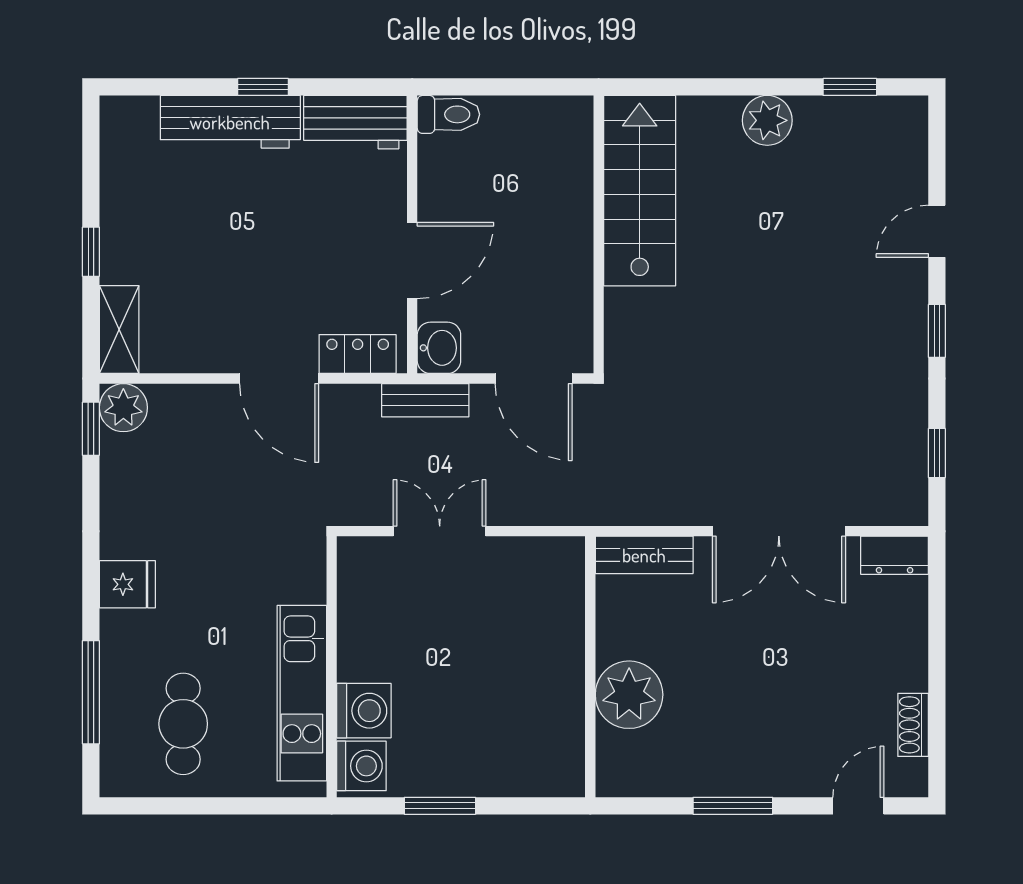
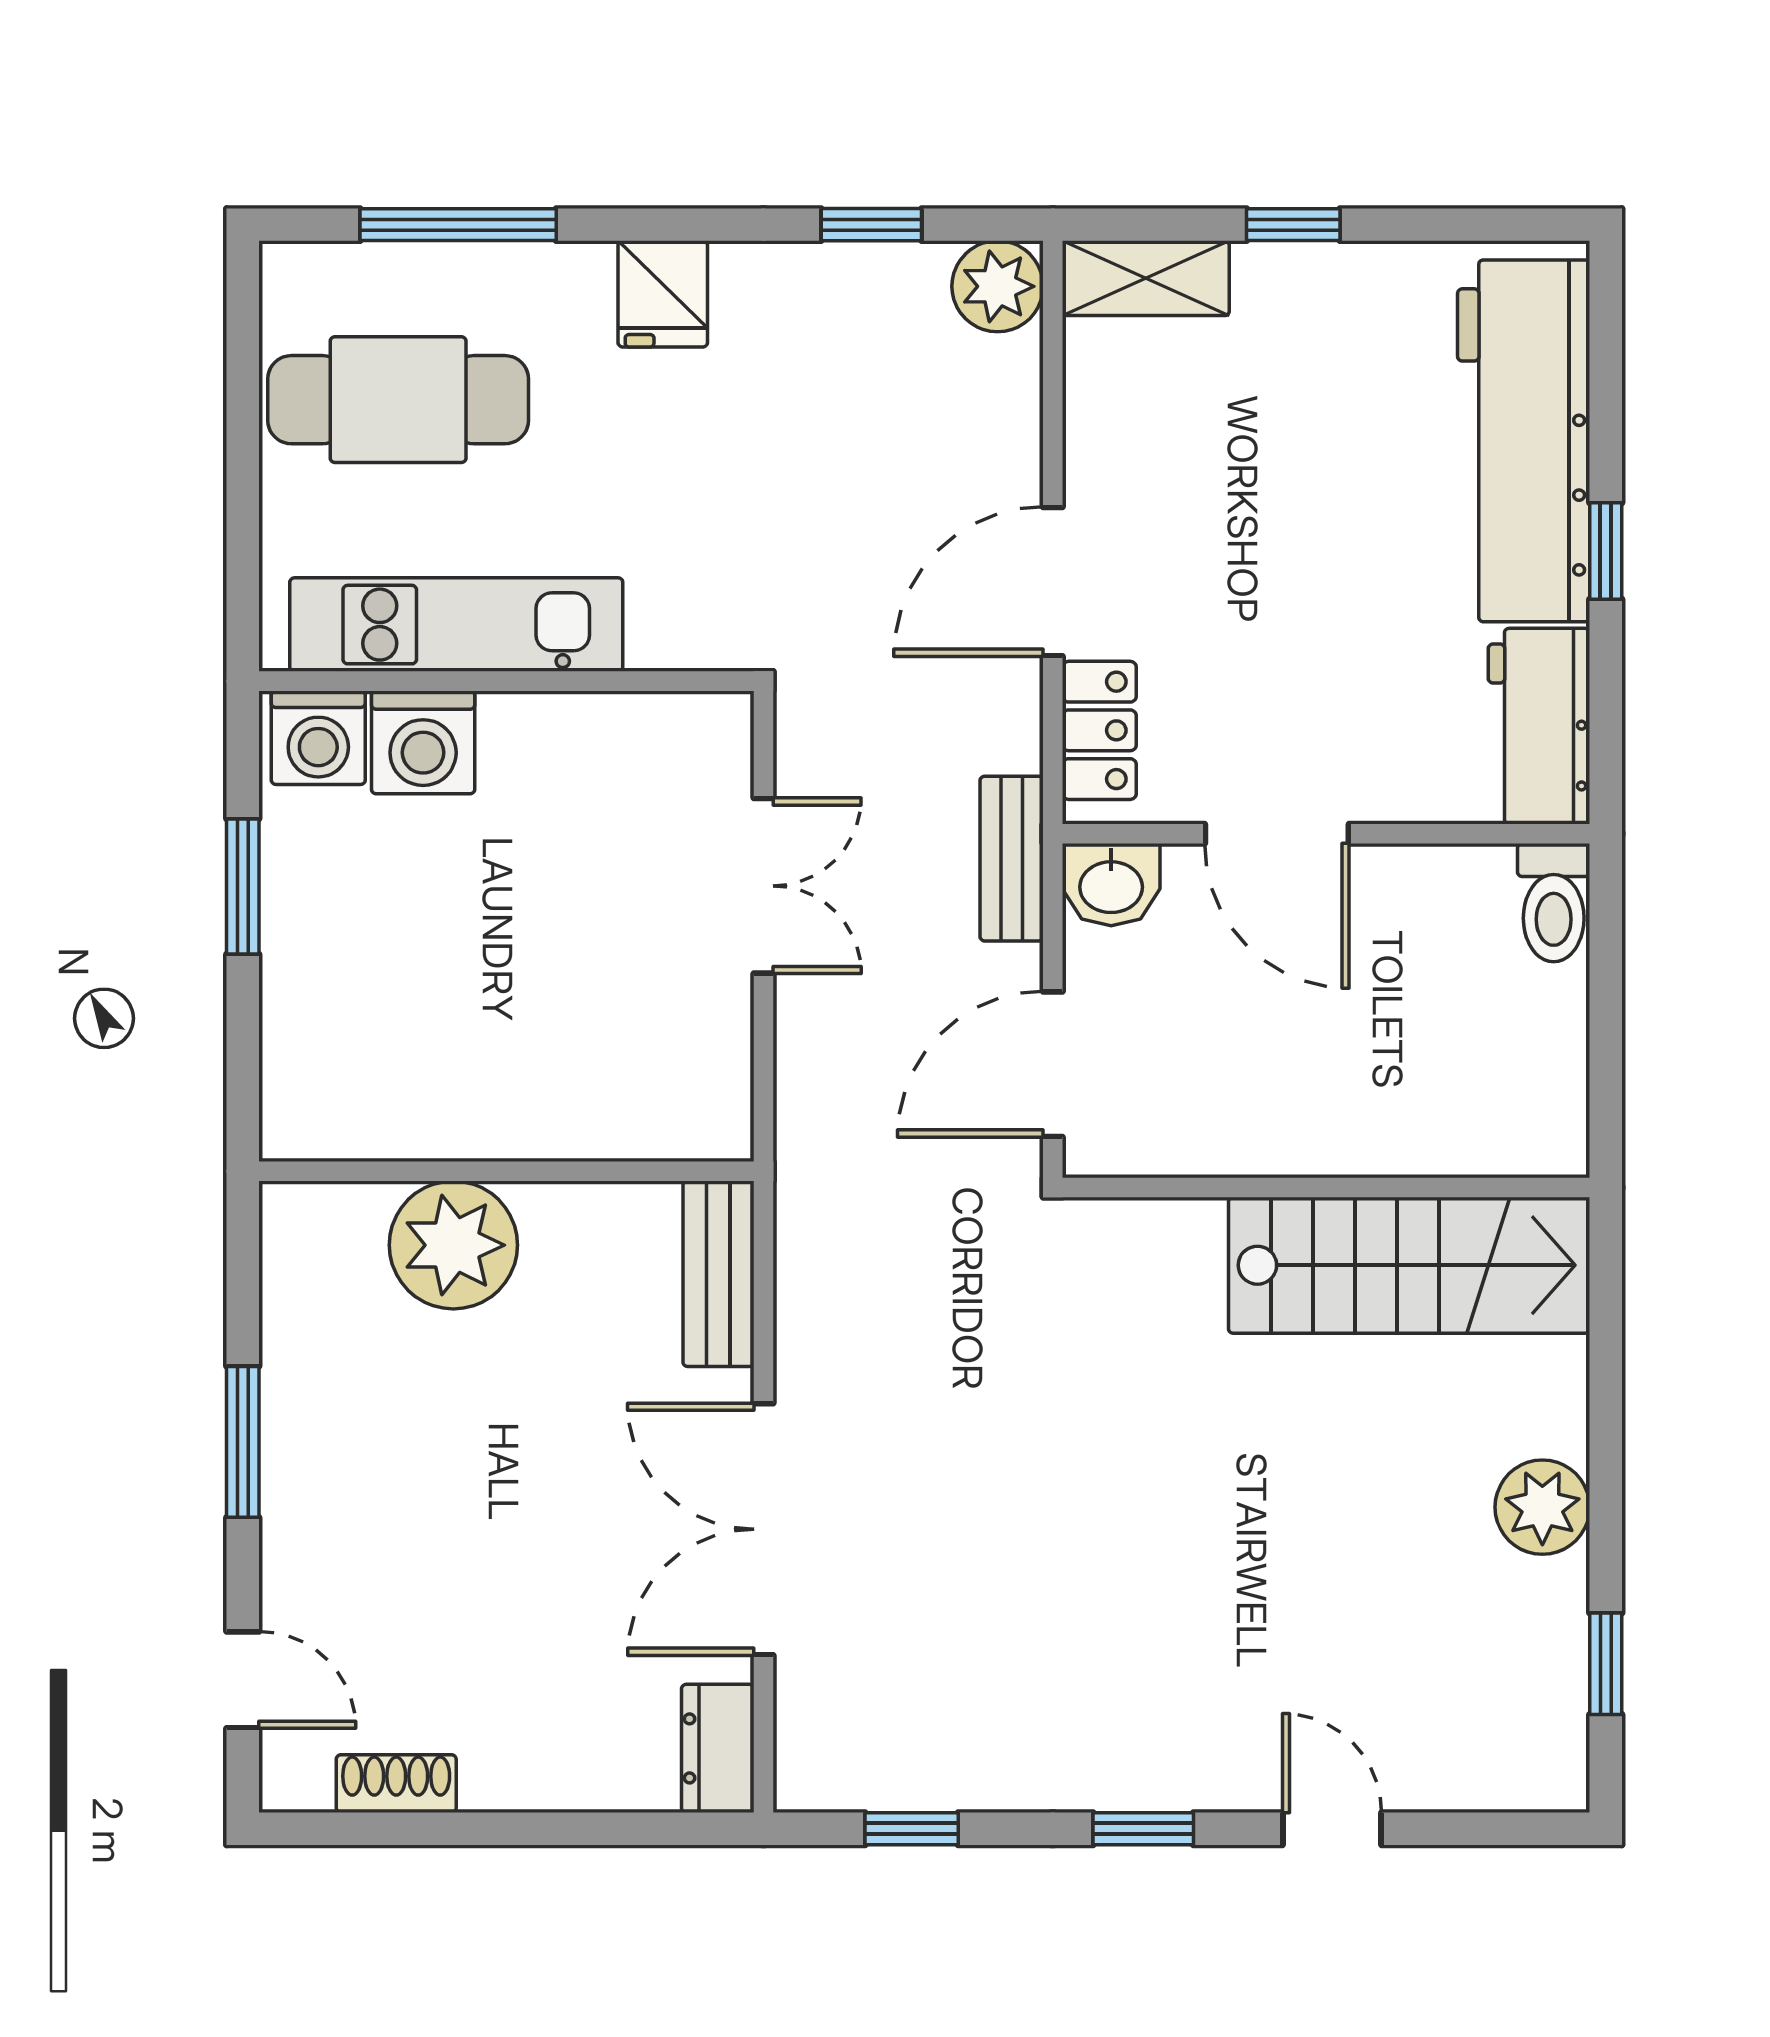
workbench: (230, 122) -> (1524, 441), width x1.36, depth x1.32
window: (91, 429) -> (871, 225), moved
cafe table: (183, 724) -> (398, 400), width x1.37, depth x1.35

